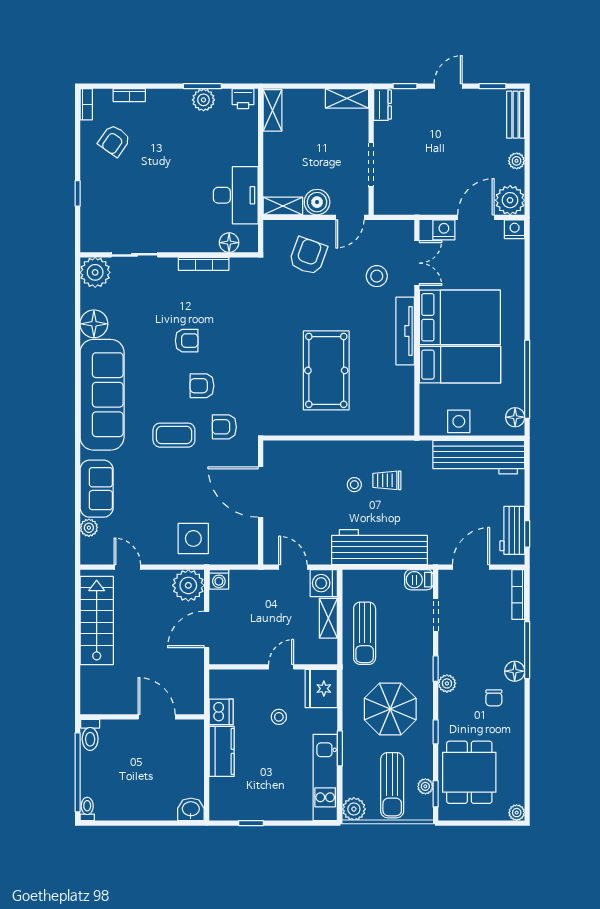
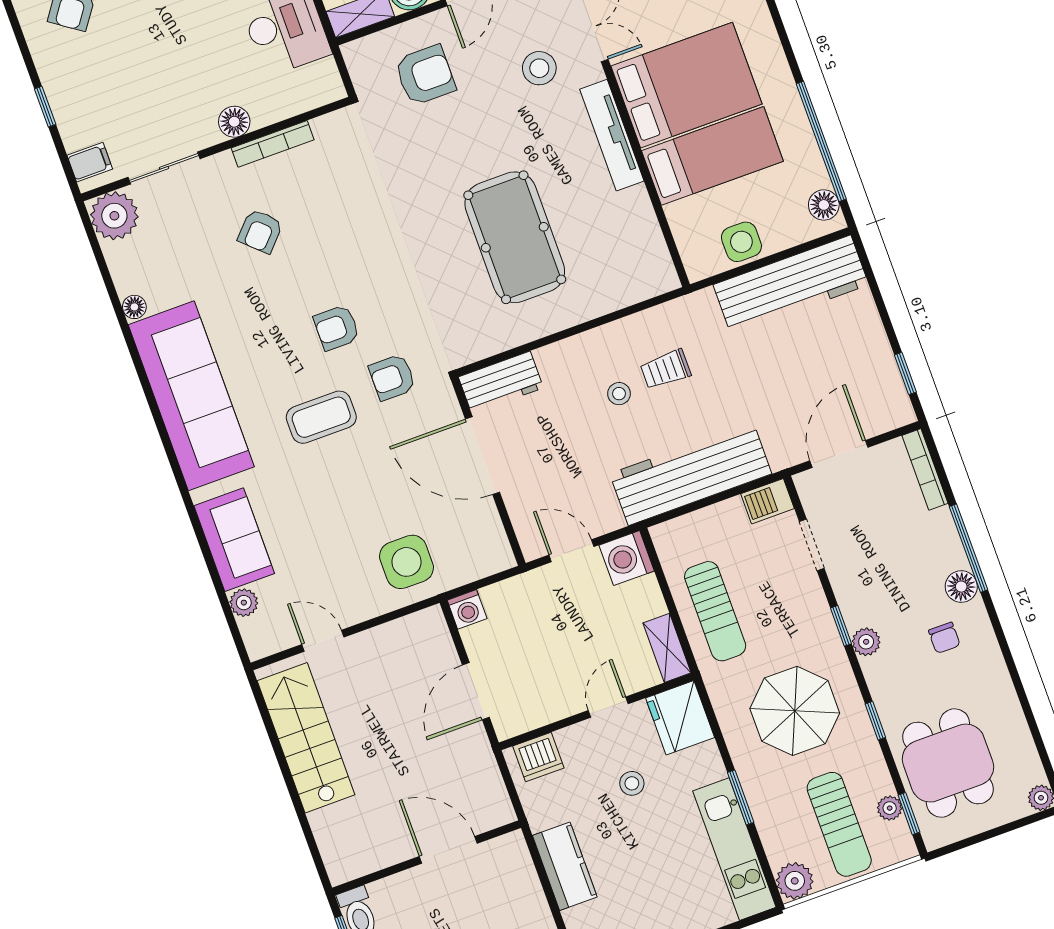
filing cabinet: (92, 236) -> (90, 162), added
floor lamp: (229, 243) -> (234, 122), moved
armchair: (308, 256) -> (425, 75), turned 70
floor lamp: (94, 324) -> (134, 307), width x0.53, depth x0.53
armchair: (187, 341) -> (260, 231), moved, turned 133
workbench: (512, 530) -> (501, 382), moved, turned -90
plant: (188, 585) -> (424, 635), removed
shelving: (328, 618) -> (667, 648), moved
dishwasher: (221, 712) -> (538, 757), moved, turned 90

